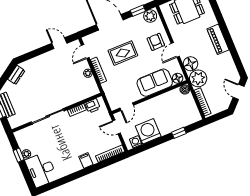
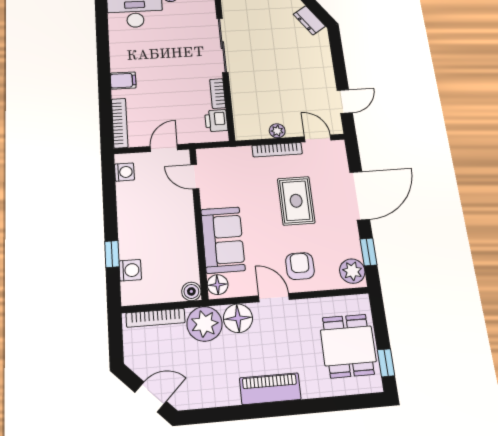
armchair: (156, 42) -> (300, 266), turned -90
washing machine: (148, 131) -> (130, 270), moved, width x0.53, depth x0.53

